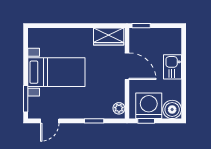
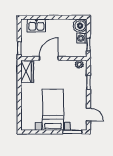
kitchen sink: (172, 67) -> (36, 25), moved
washing machine: (149, 106) -> (82, 38), width x0.53, depth x0.53

